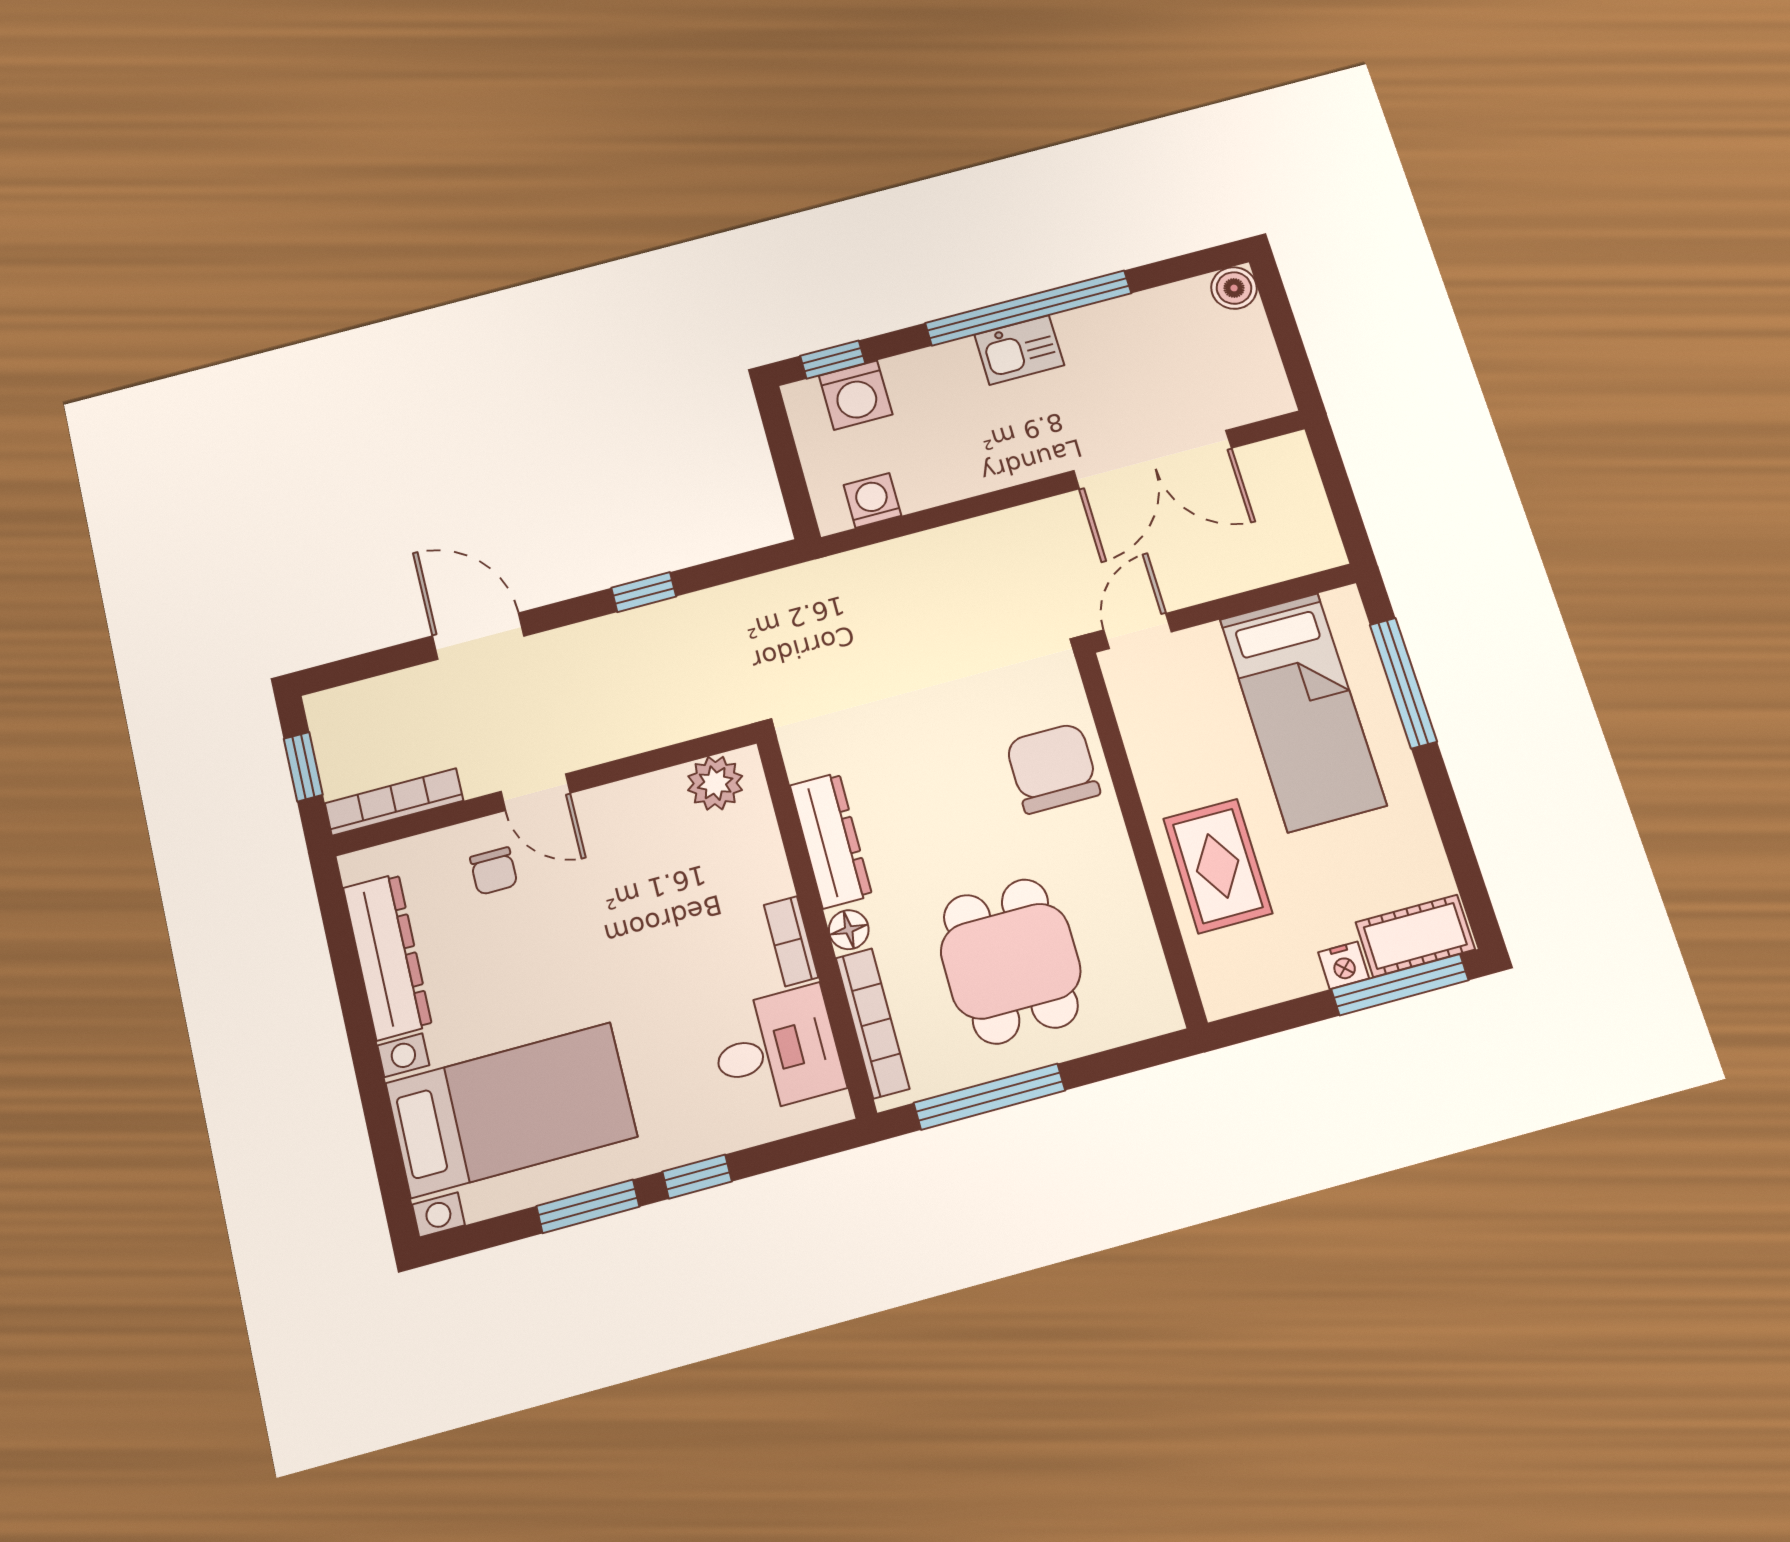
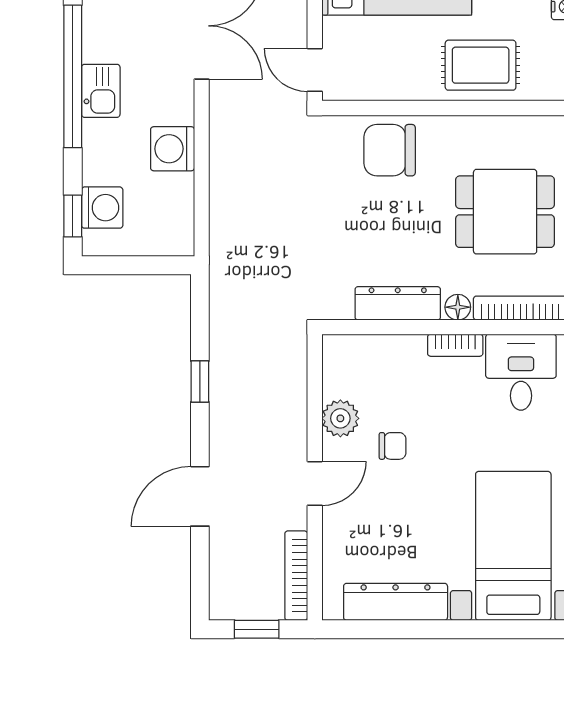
washing machine: (872, 500) -> (173, 149), moved, width x1.38, depth x1.38
plant: (715, 783) -> (340, 418), moved
chair: (494, 871) -> (393, 446), moved

